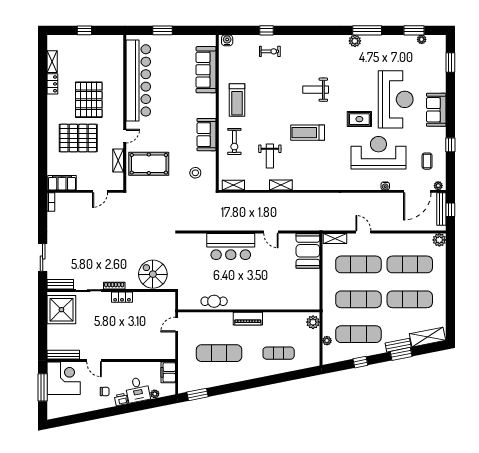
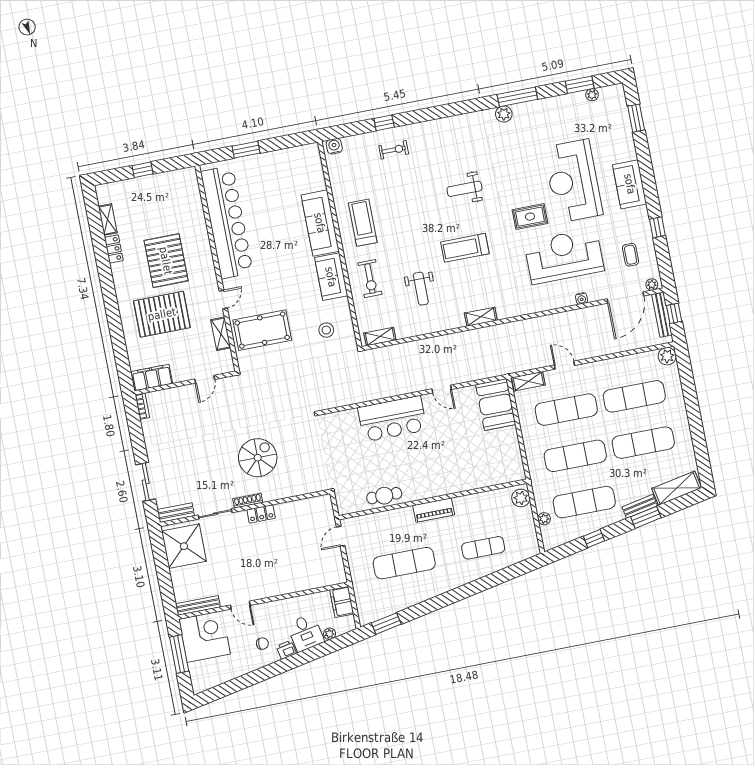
sofa: (206, 70) -> (320, 223), moved
reception desk: (396, 99) -> (573, 181), turned 180
treadmill: (237, 100) -> (363, 223), turned 180
shelving: (281, 185) -> (481, 317), moved
spiral stairs: (153, 274) -> (258, 458), moved, turned 90

